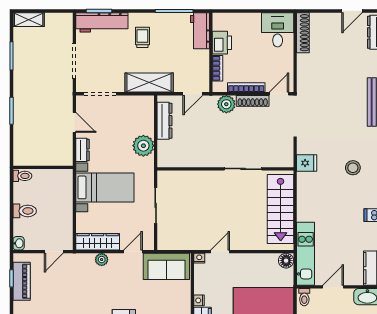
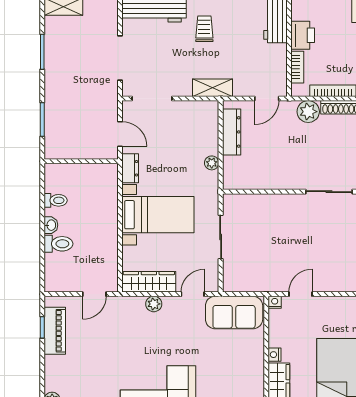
shelving: (149, 83) -> (213, 88), width x0.67, depth x0.75
plant: (143, 146) -> (212, 163), width x0.53, depth x0.53
wall: (43, 167) -> (81, 161), moved
washbasin: (19, 243) -> (51, 225), moved

